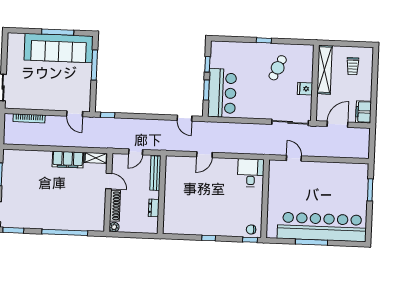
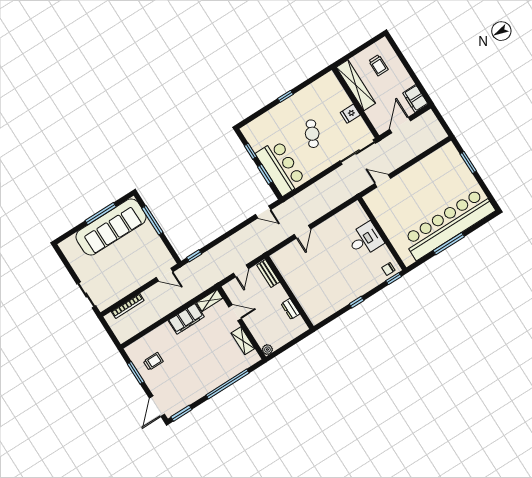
cafe table: (278, 68) -> (312, 134), moved
bench: (155, 173) -> (268, 273), width x0.73
desk: (251, 173) -> (365, 240), moved, turned 90
trolley: (19, 175) -> (153, 361), added
shoe rack: (115, 206) -> (255, 330), removed
shelving: (100, 207) -> (243, 341), added

